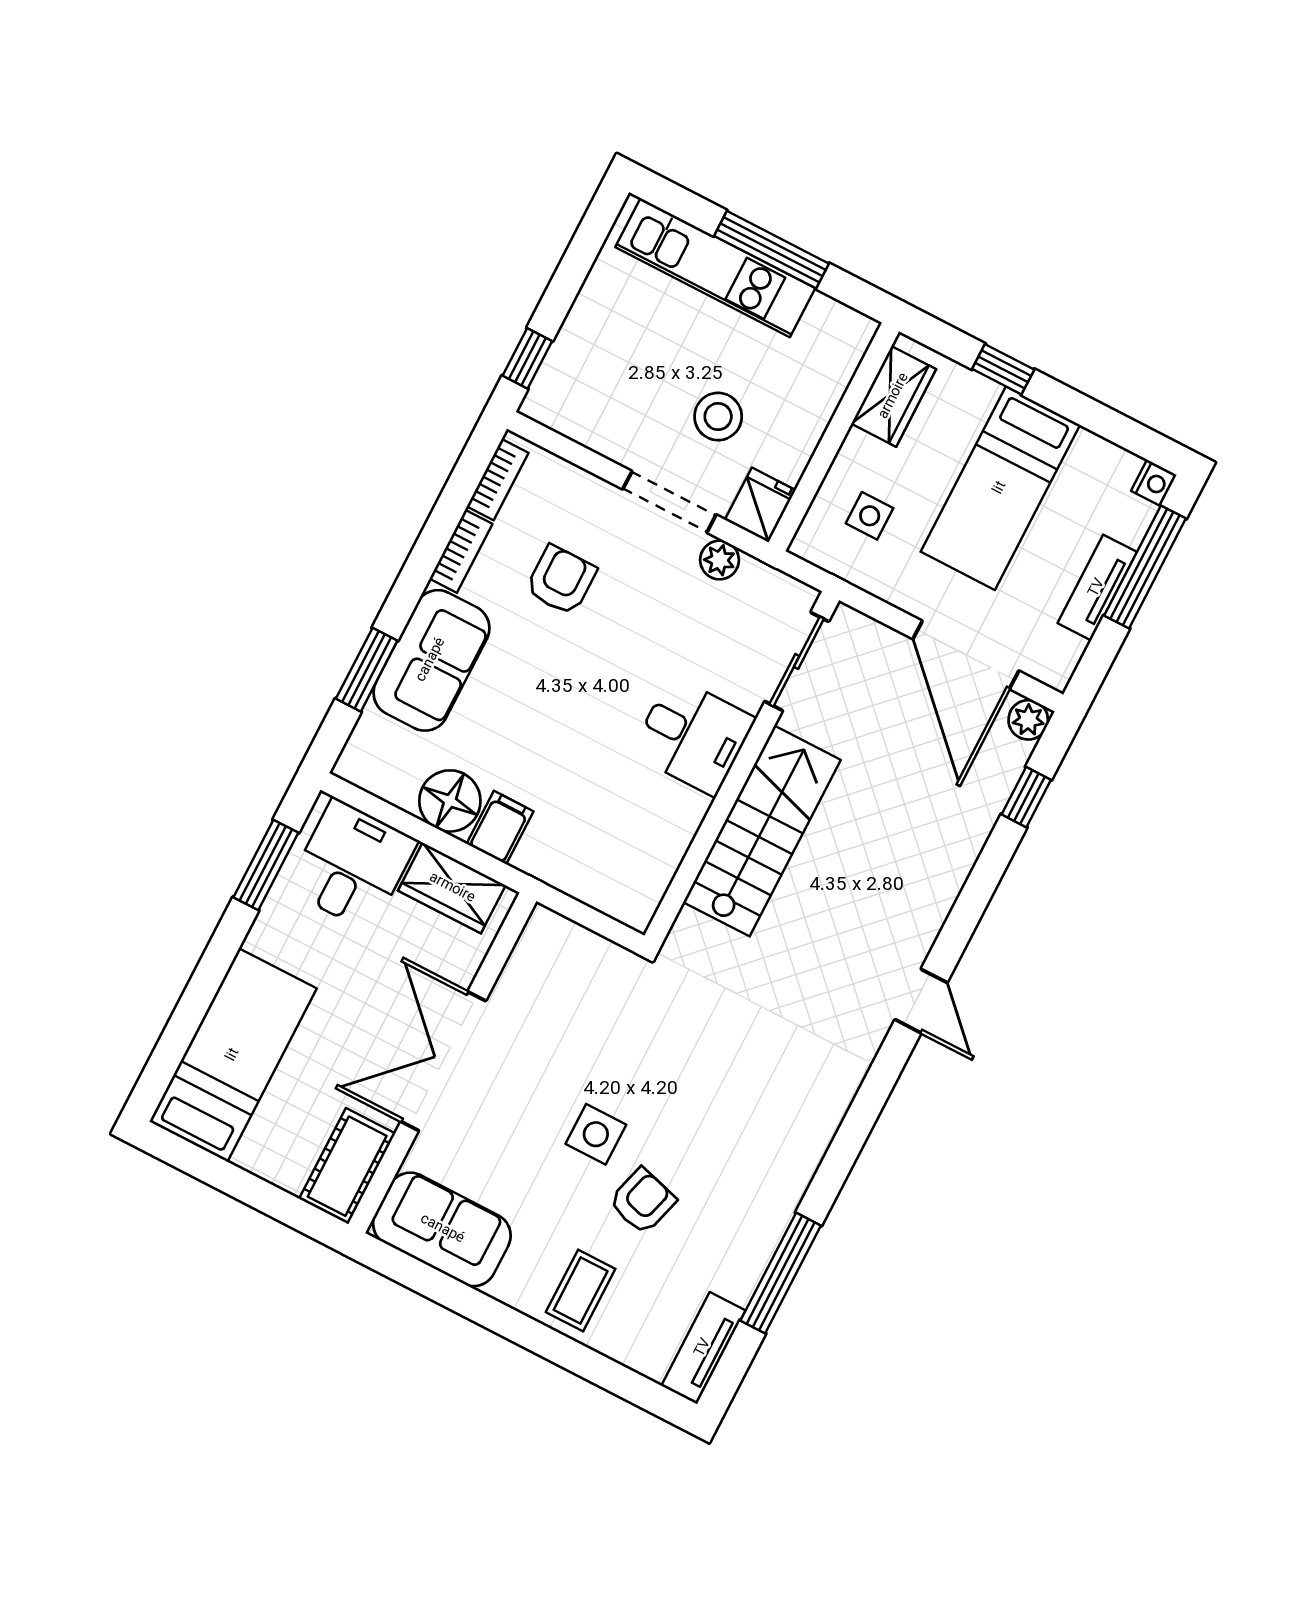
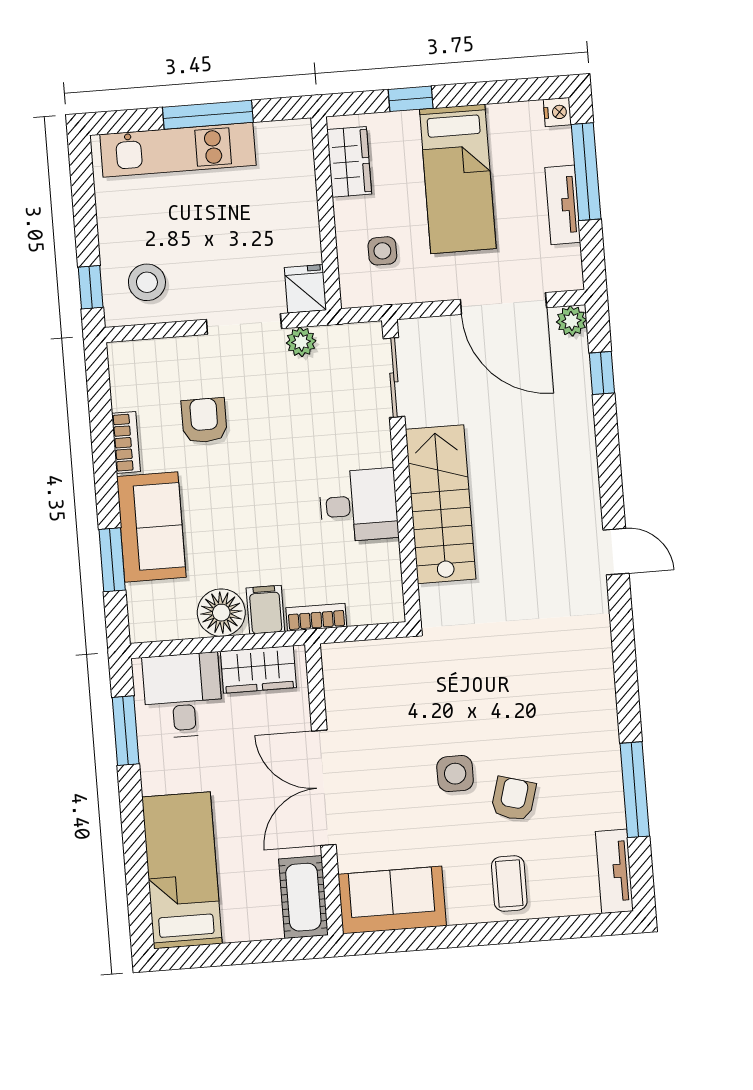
stool: (718, 417) -> (147, 282), moved
bookcase: (498, 480) -> (316, 617), moved, turned -90
desk: (693, 736) -> (359, 505), moved

